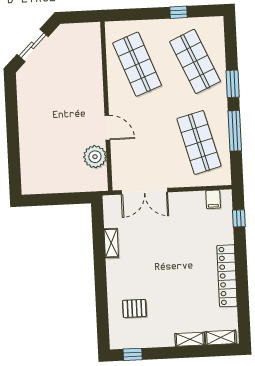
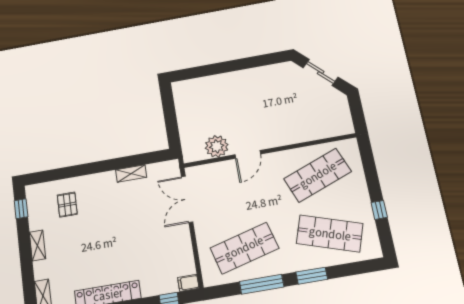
shop shelf: (195, 61) -> (330, 234), turned 42
filing cabinet: (213, 199) -> (188, 283), moved
shelving: (190, 339) -> (37, 245), moved

